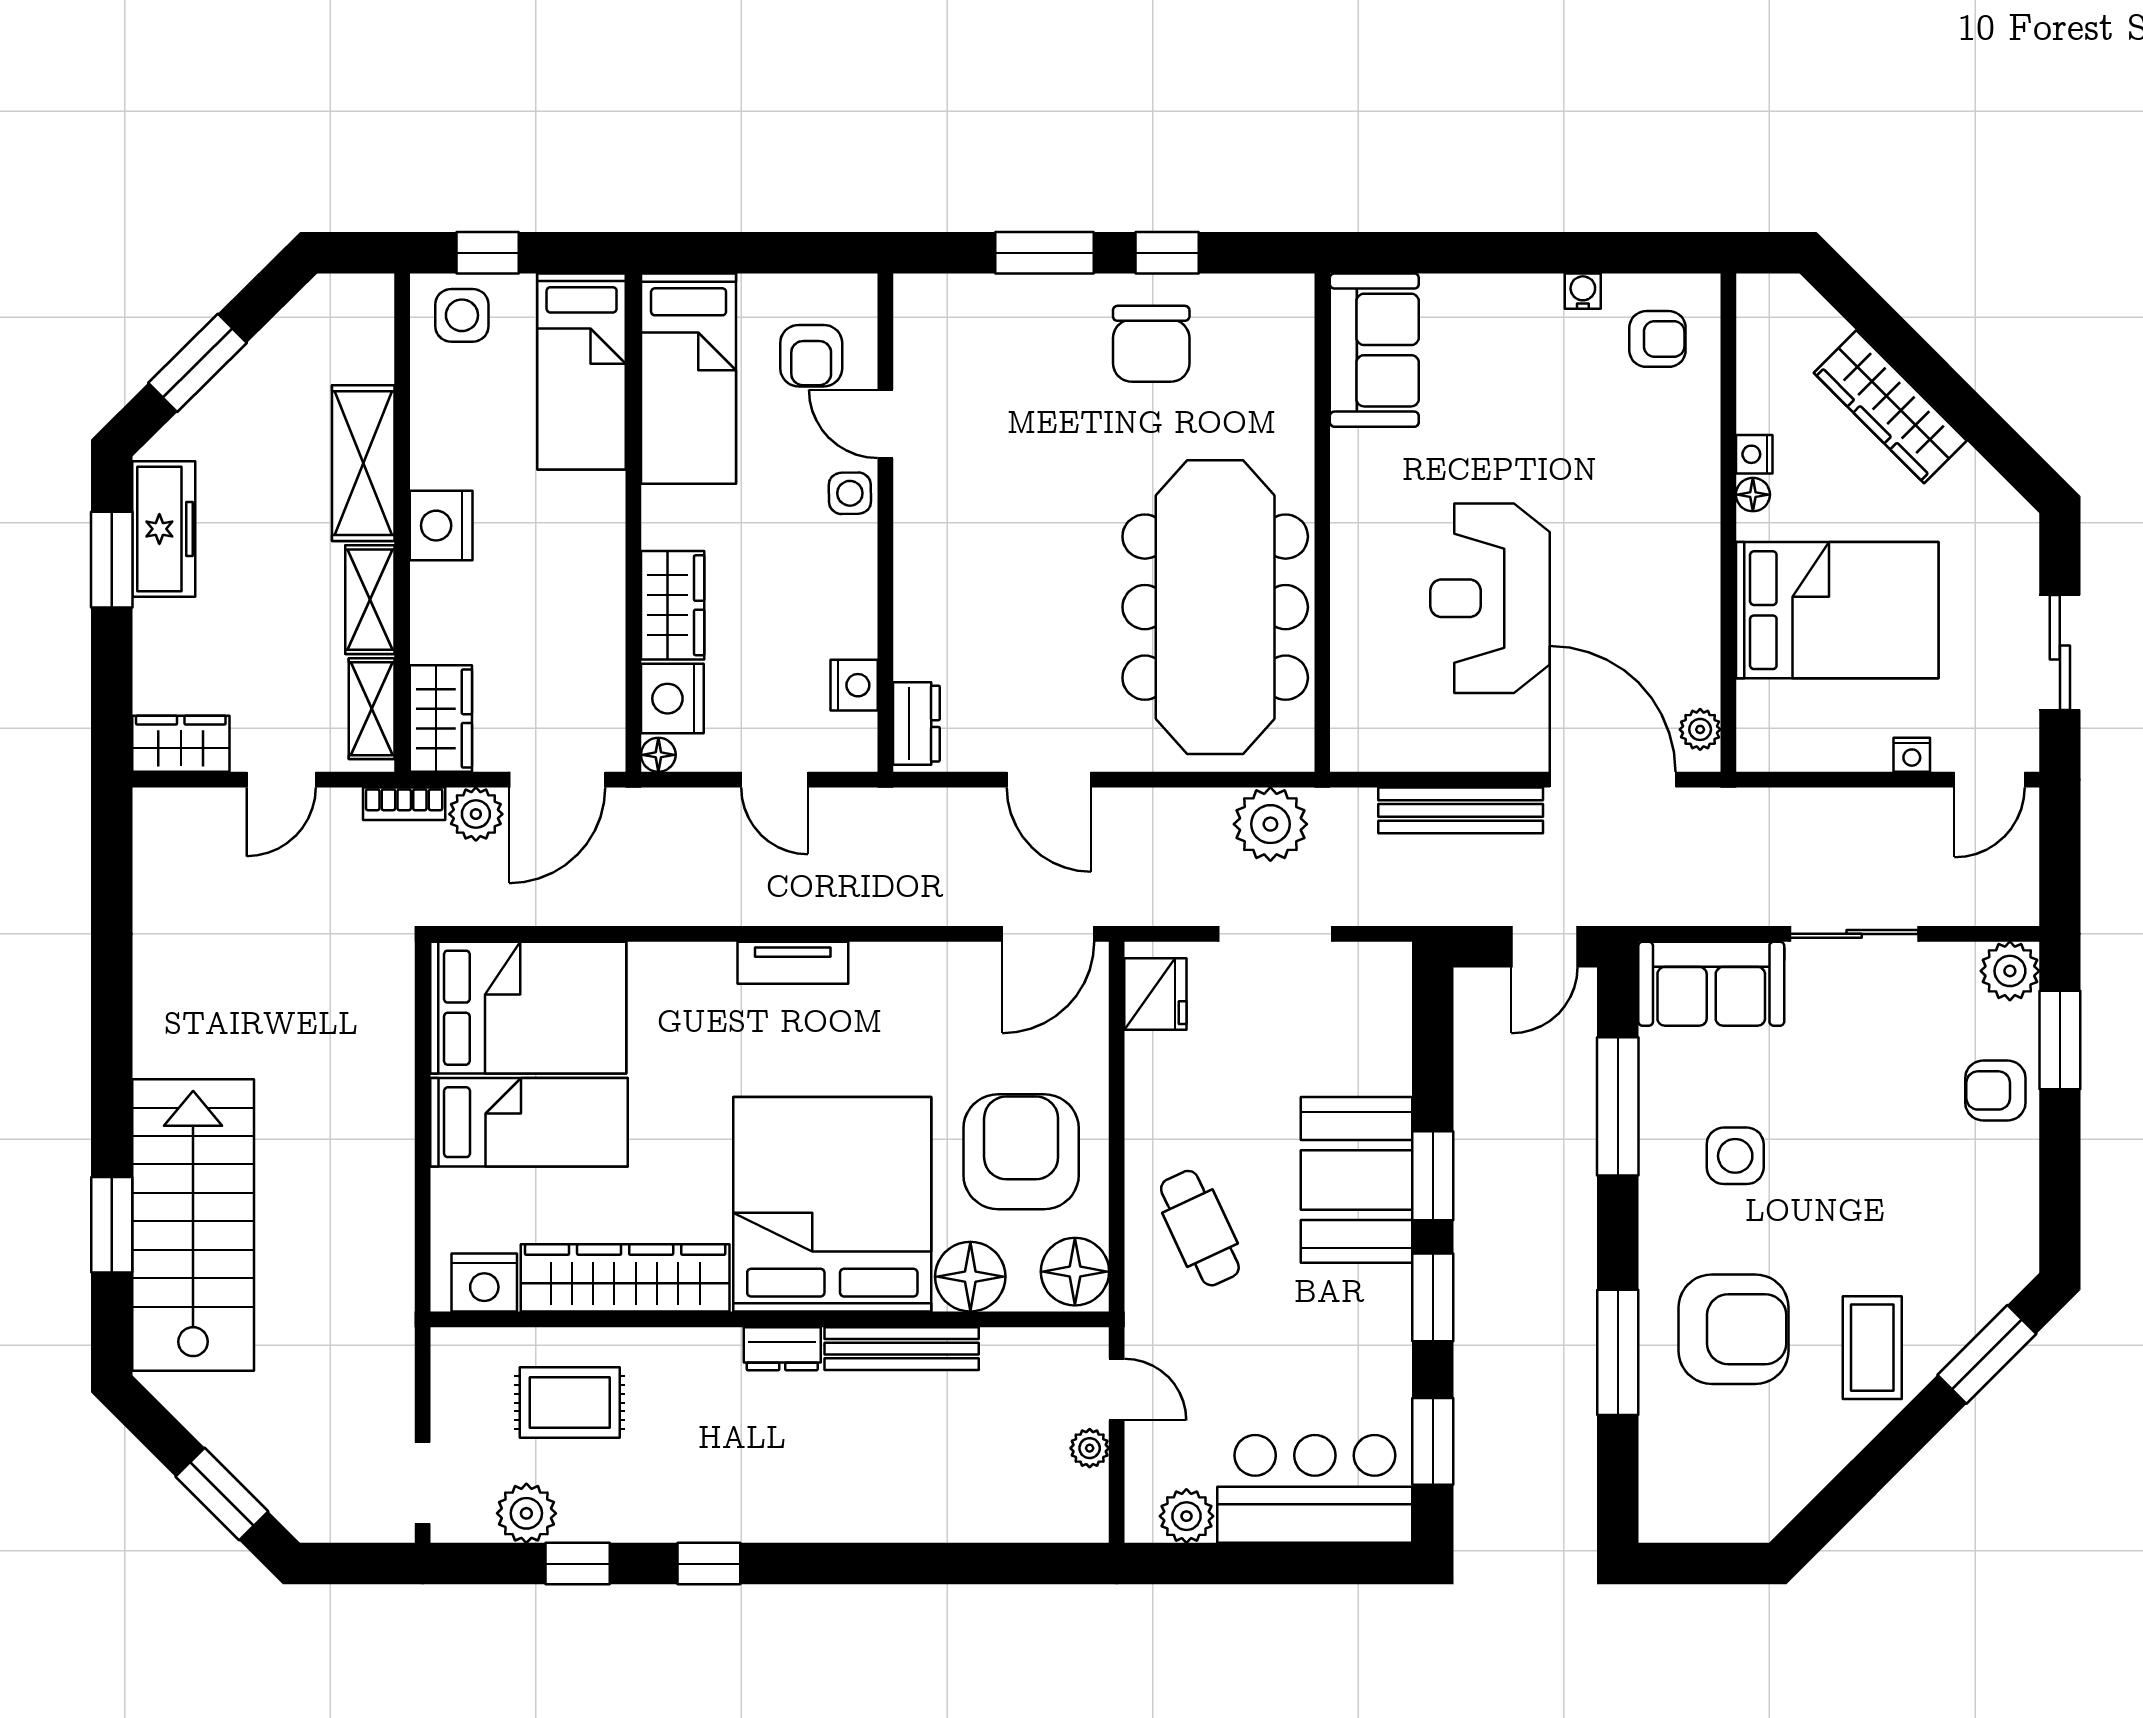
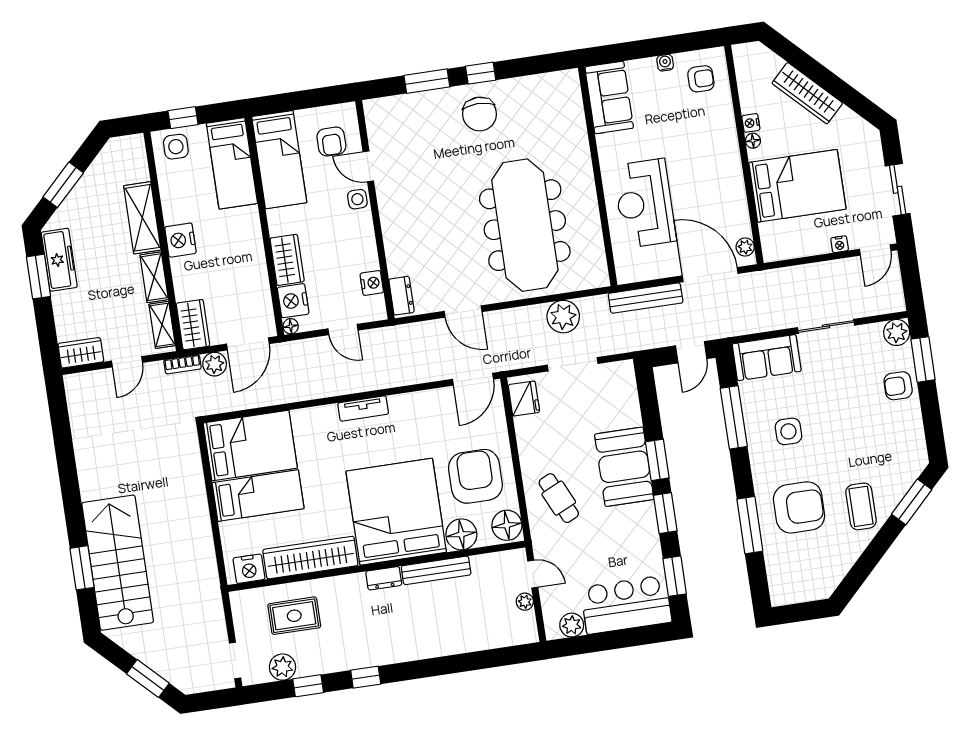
sofa: (1374, 350) -> (609, 97), moved
wall: (1322, 523) -> (598, 176), moved

